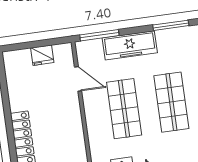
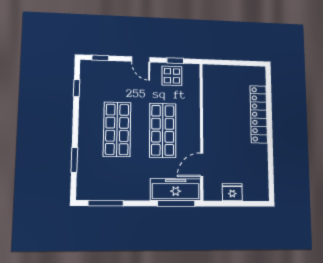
freezer: (130, 45) -> (176, 190), moved
door: (78, 79) -> (202, 165), hinge flipped

